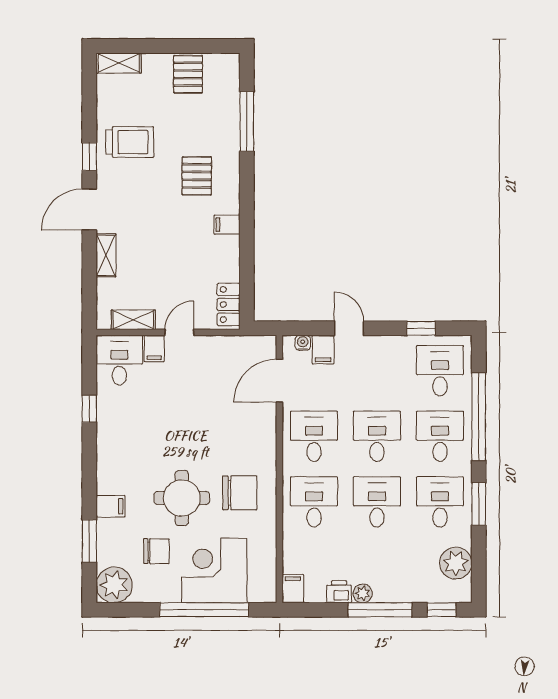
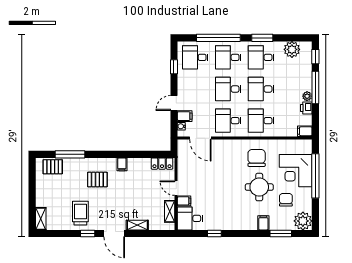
pallet: (188, 74) -> (53, 167), moved

